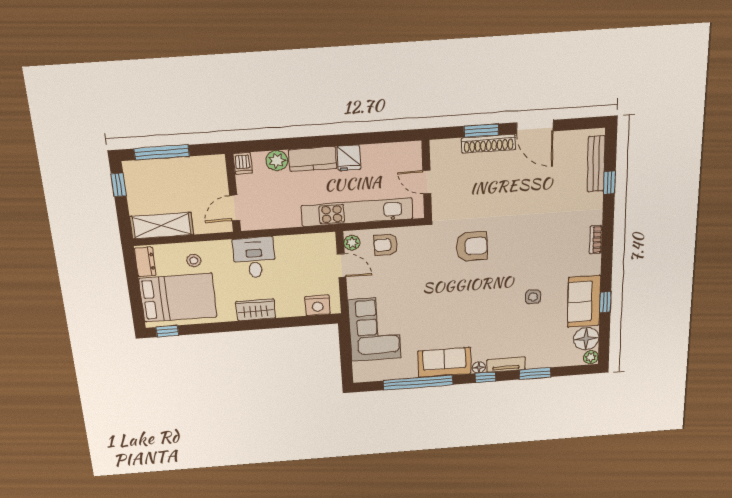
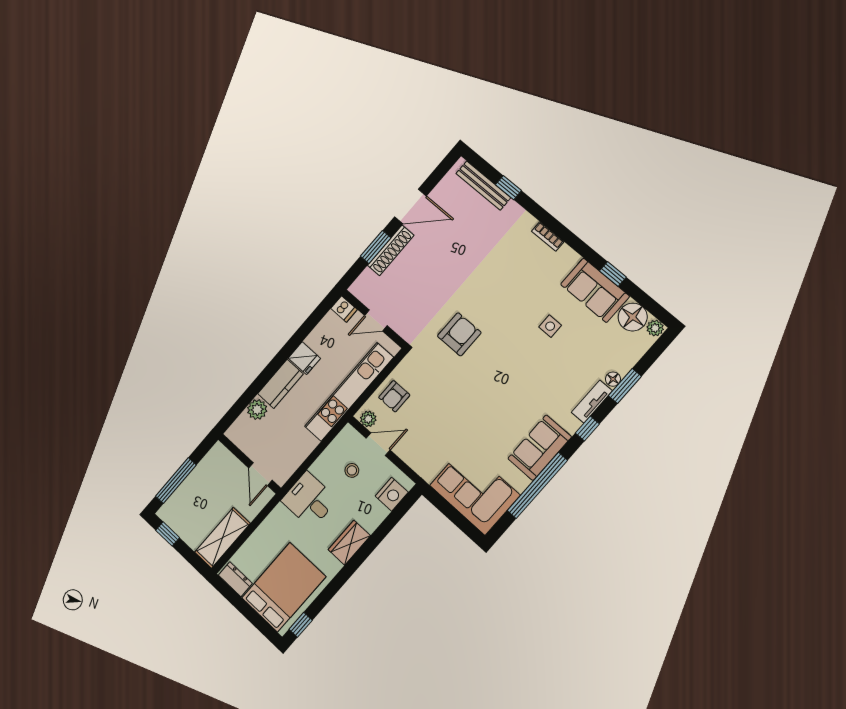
dishwasher: (243, 163) -> (344, 309), moved
stool: (194, 261) -> (352, 470), moved
corner sofa: (375, 329) -> (475, 490), moved
floor lamp: (479, 367) -> (613, 379), moved

